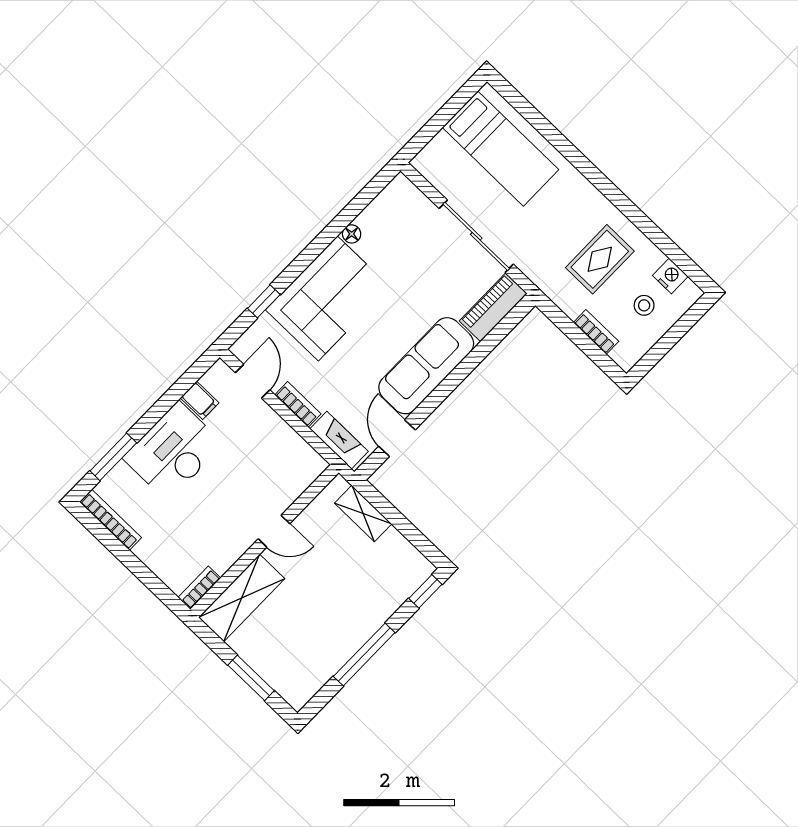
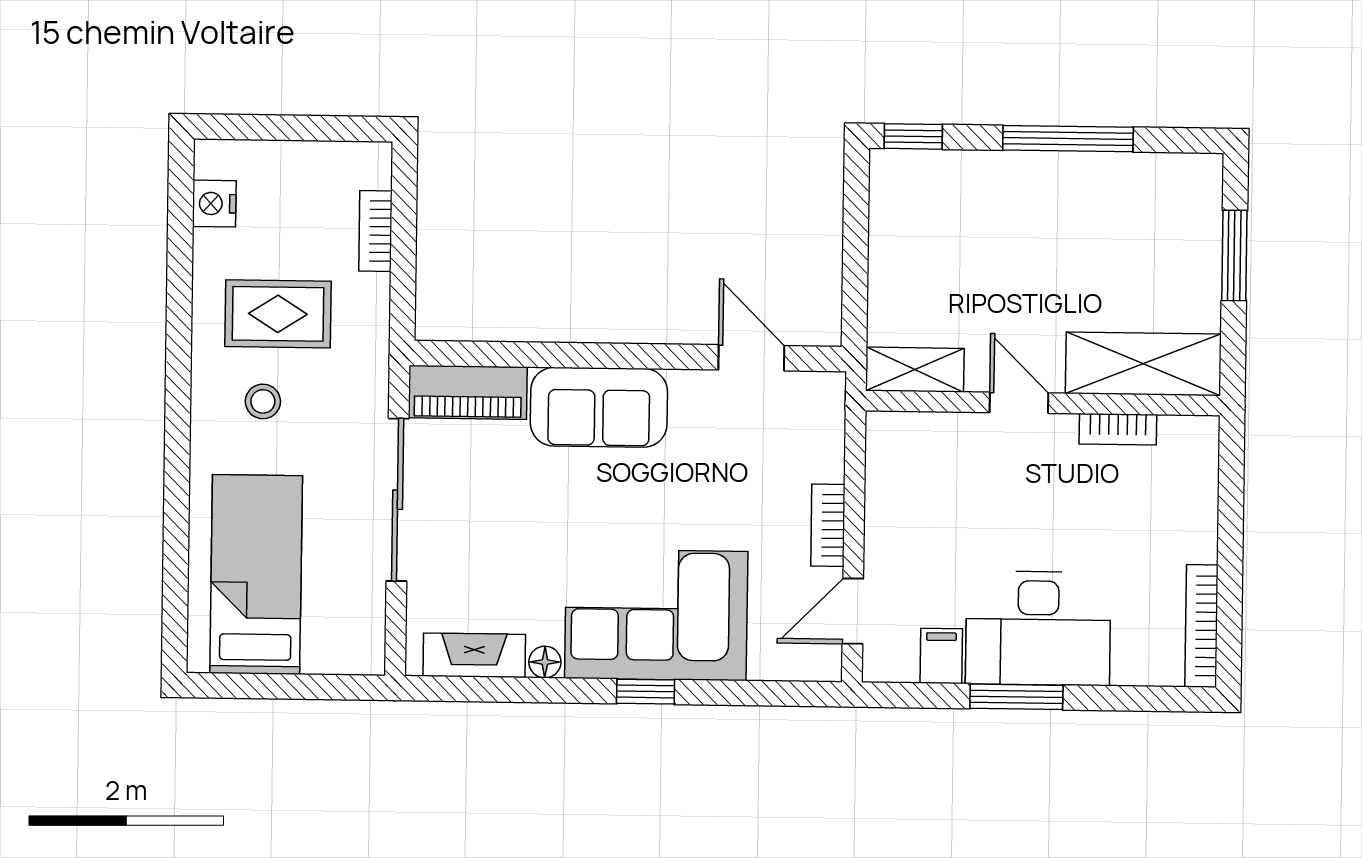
window: (264, 301) -> (646, 692), moved
stool: (644, 305) -> (263, 401), moved
sofa: (426, 366) -> (599, 407), width x0.73
door: (397, 438) -> (751, 358), swing flipped
fireplace: (339, 440) -> (474, 655), moved, turned 90
window: (113, 457) -> (1016, 697), moved
shelving: (363, 514) -> (915, 370), moved, turned 90
bookcase: (199, 588) -> (1118, 429), moved

